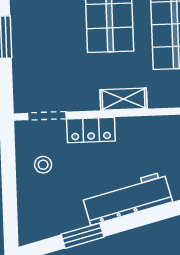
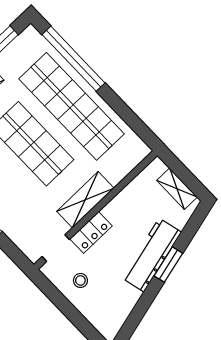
shelving: (124, 99) -> (85, 200), width x1.50, depth x1.33
window: (82, 236) -> (168, 265), moved

